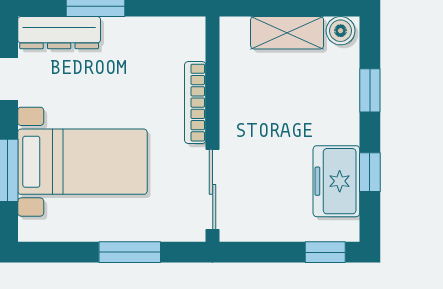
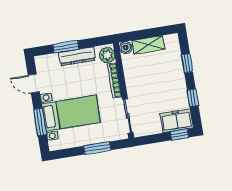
boiler: (341, 31) -> (126, 48), moved
dresser: (59, 33) -> (77, 56), moved
plant: (188, 41) -> (107, 55), added
freezer: (336, 181) -> (177, 121), moved, turned 90

